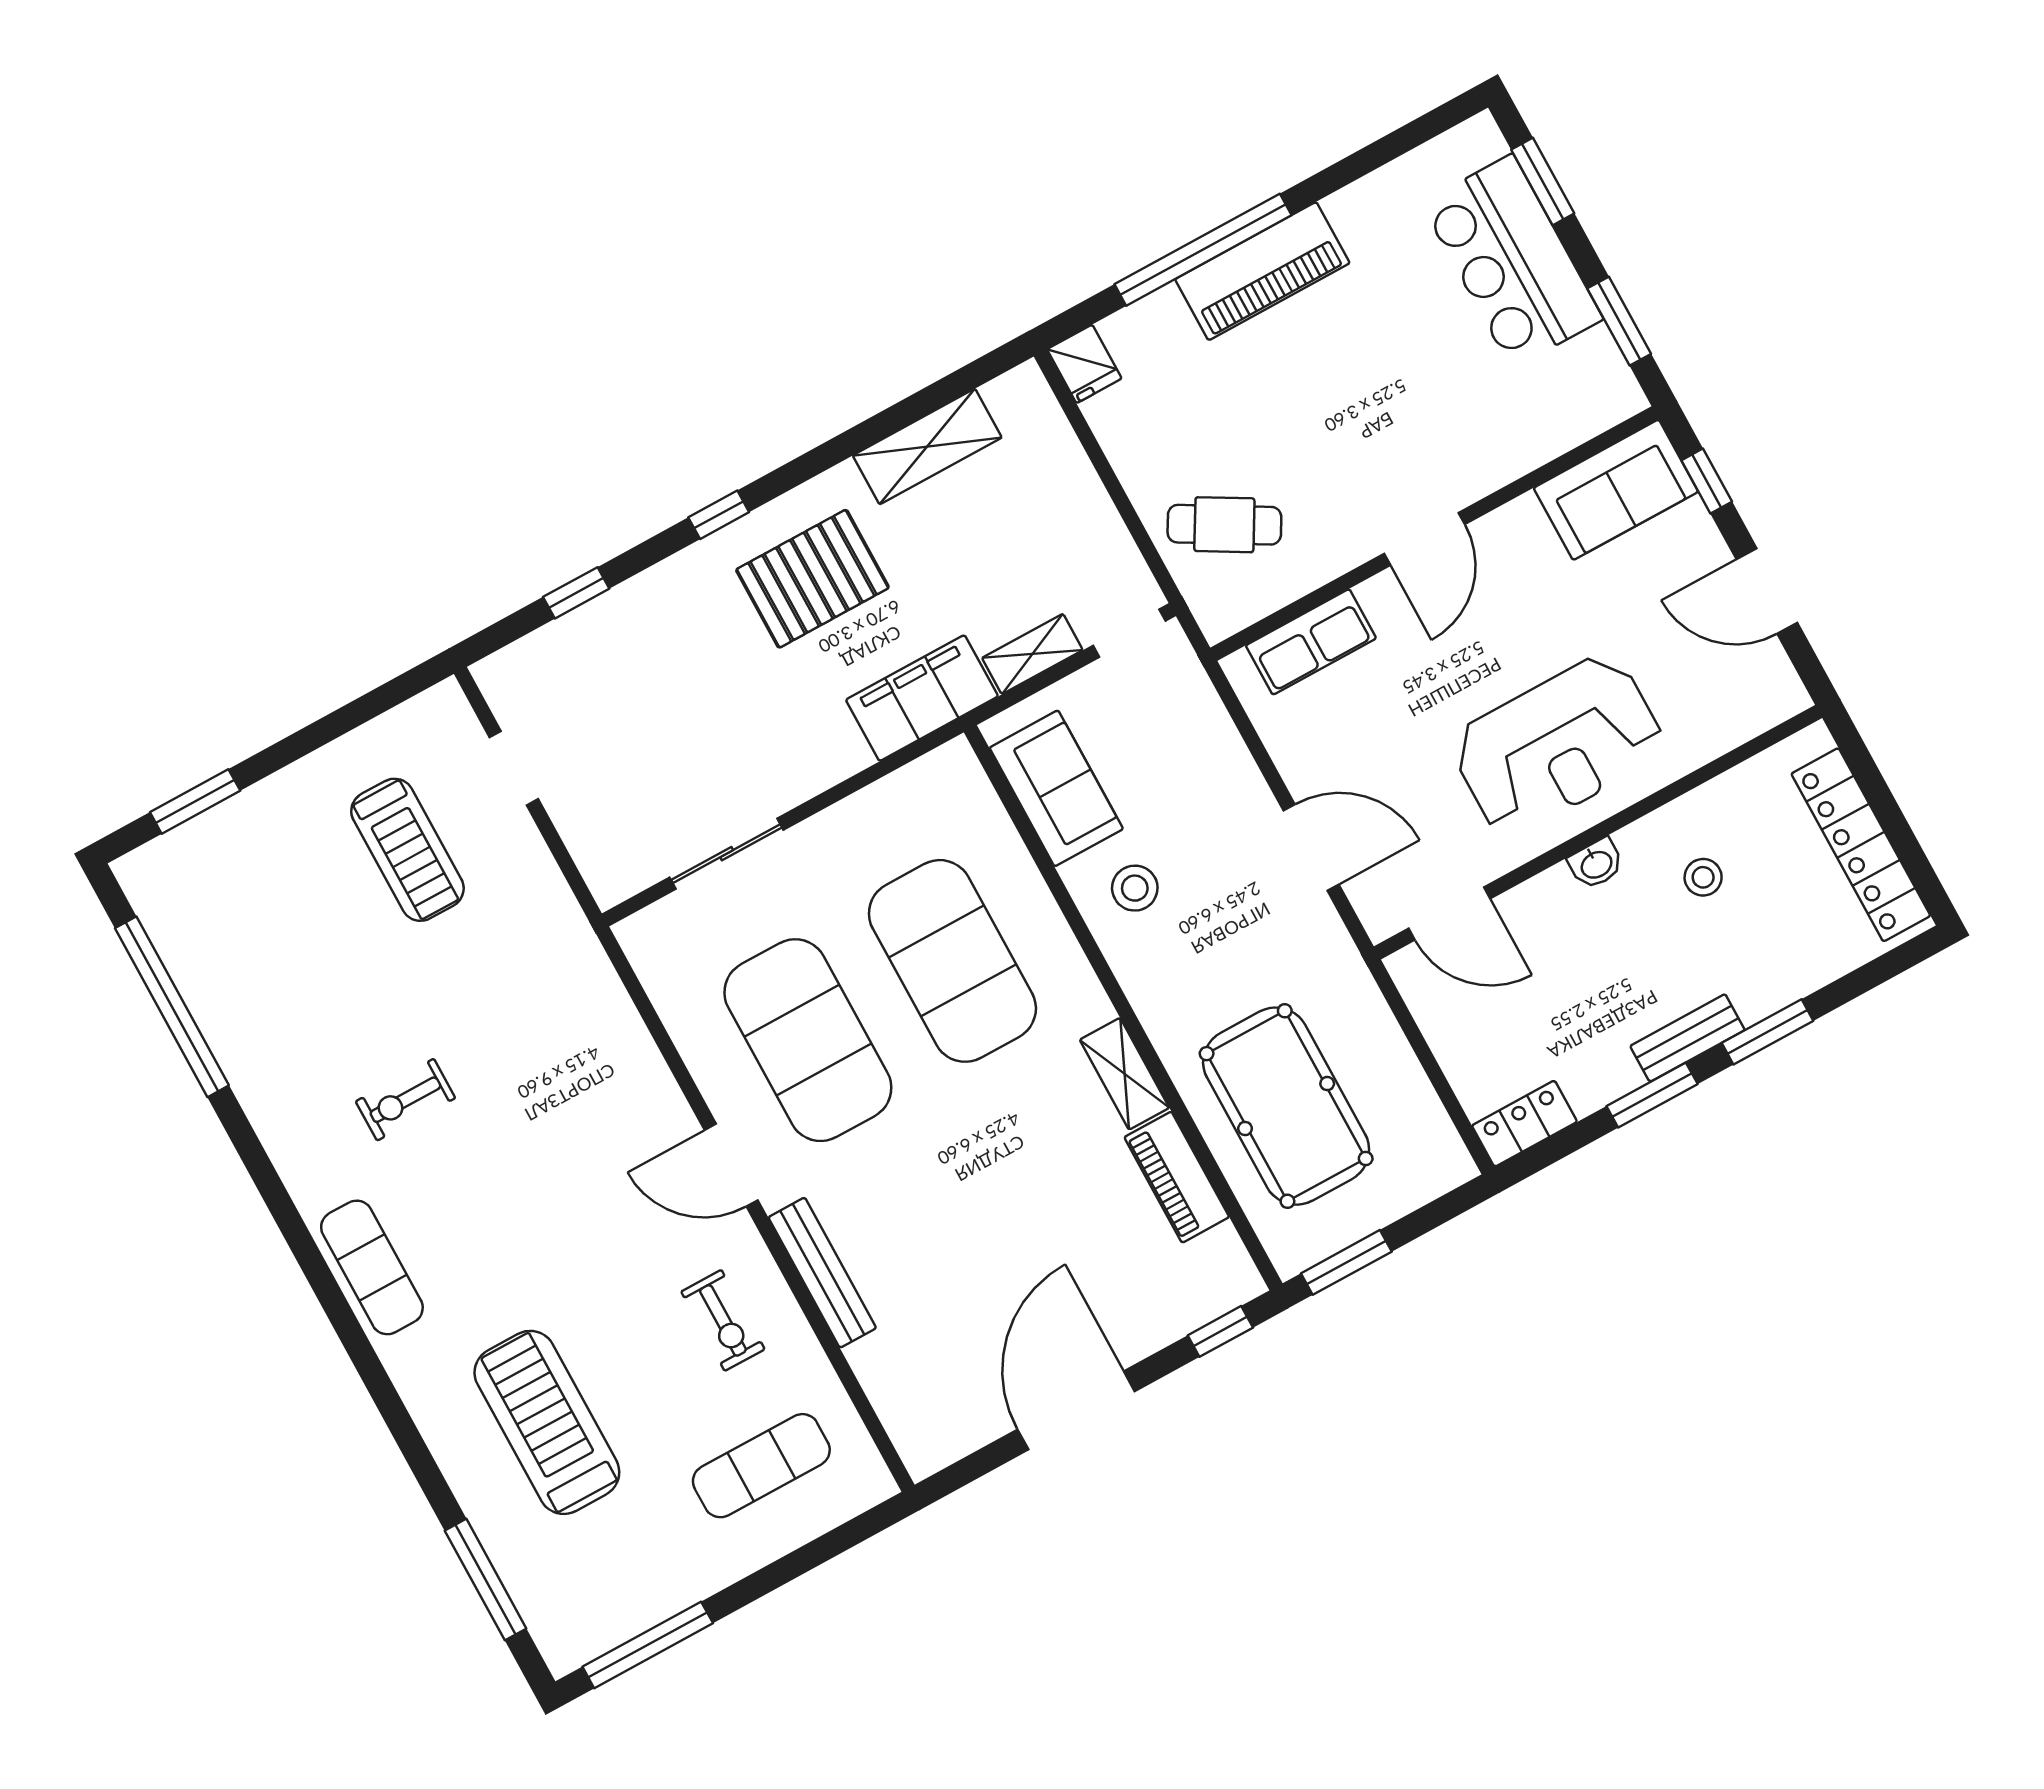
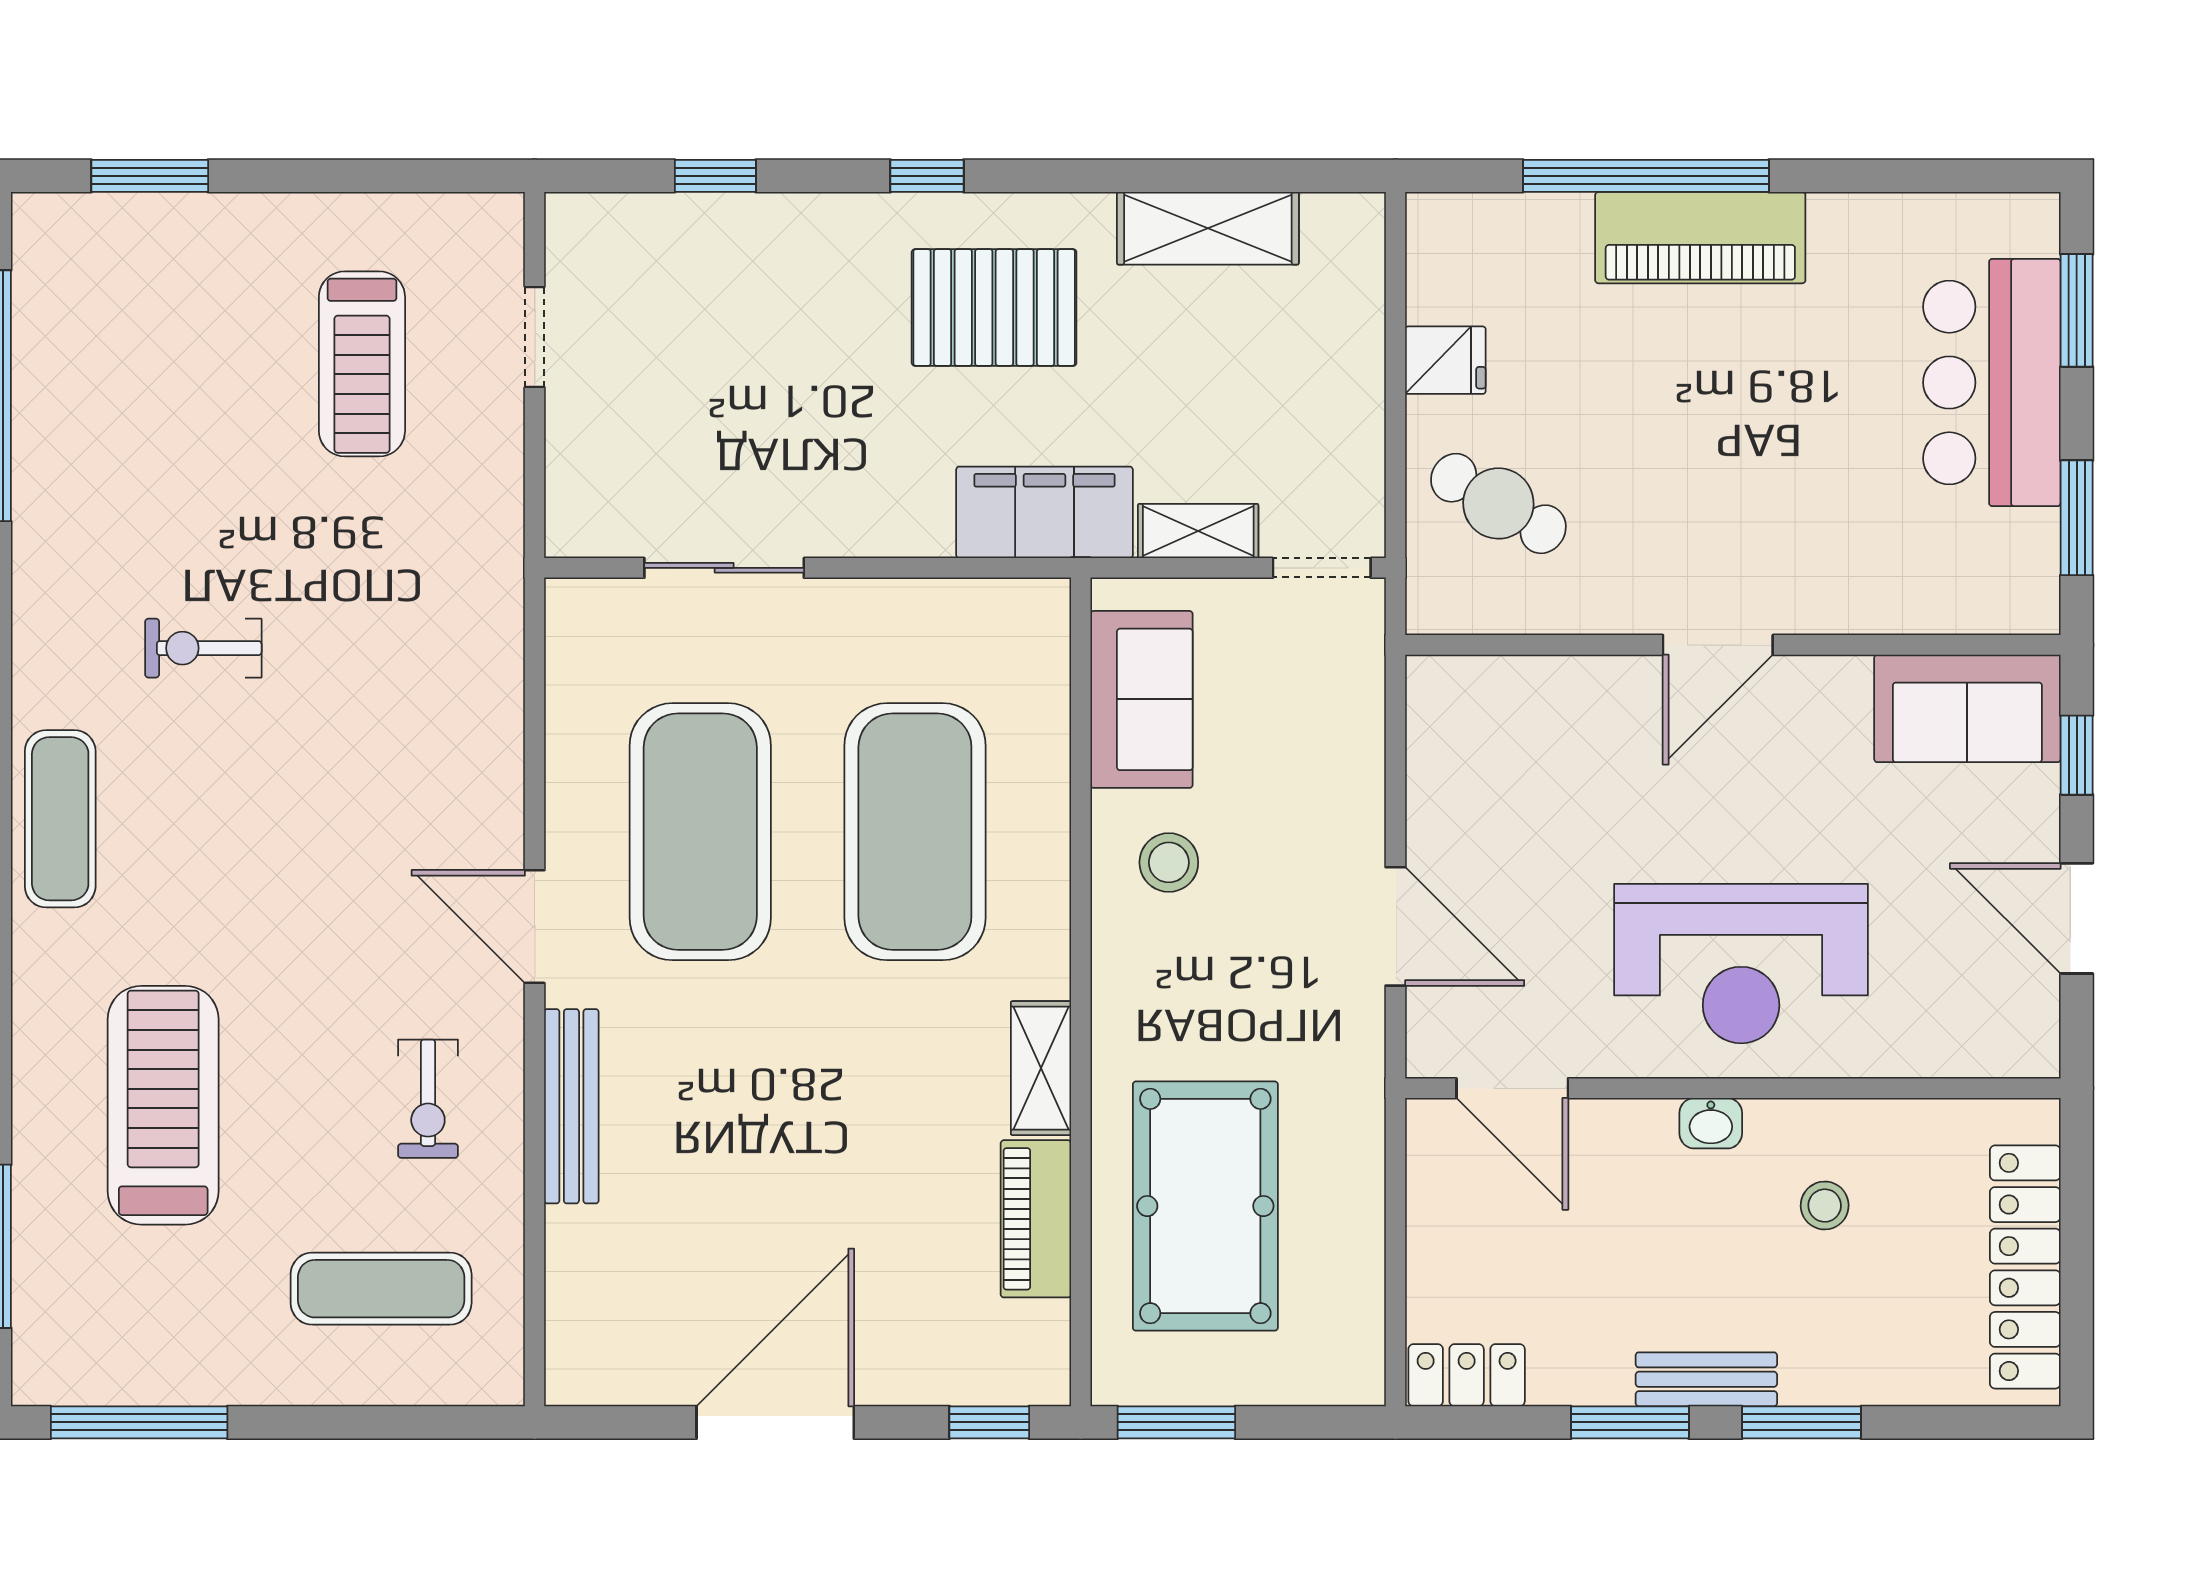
fridge: (1084, 364) -> (1445, 360), moved, turned -90
row of seats: (1311, 642) -> (1524, 691), removed

